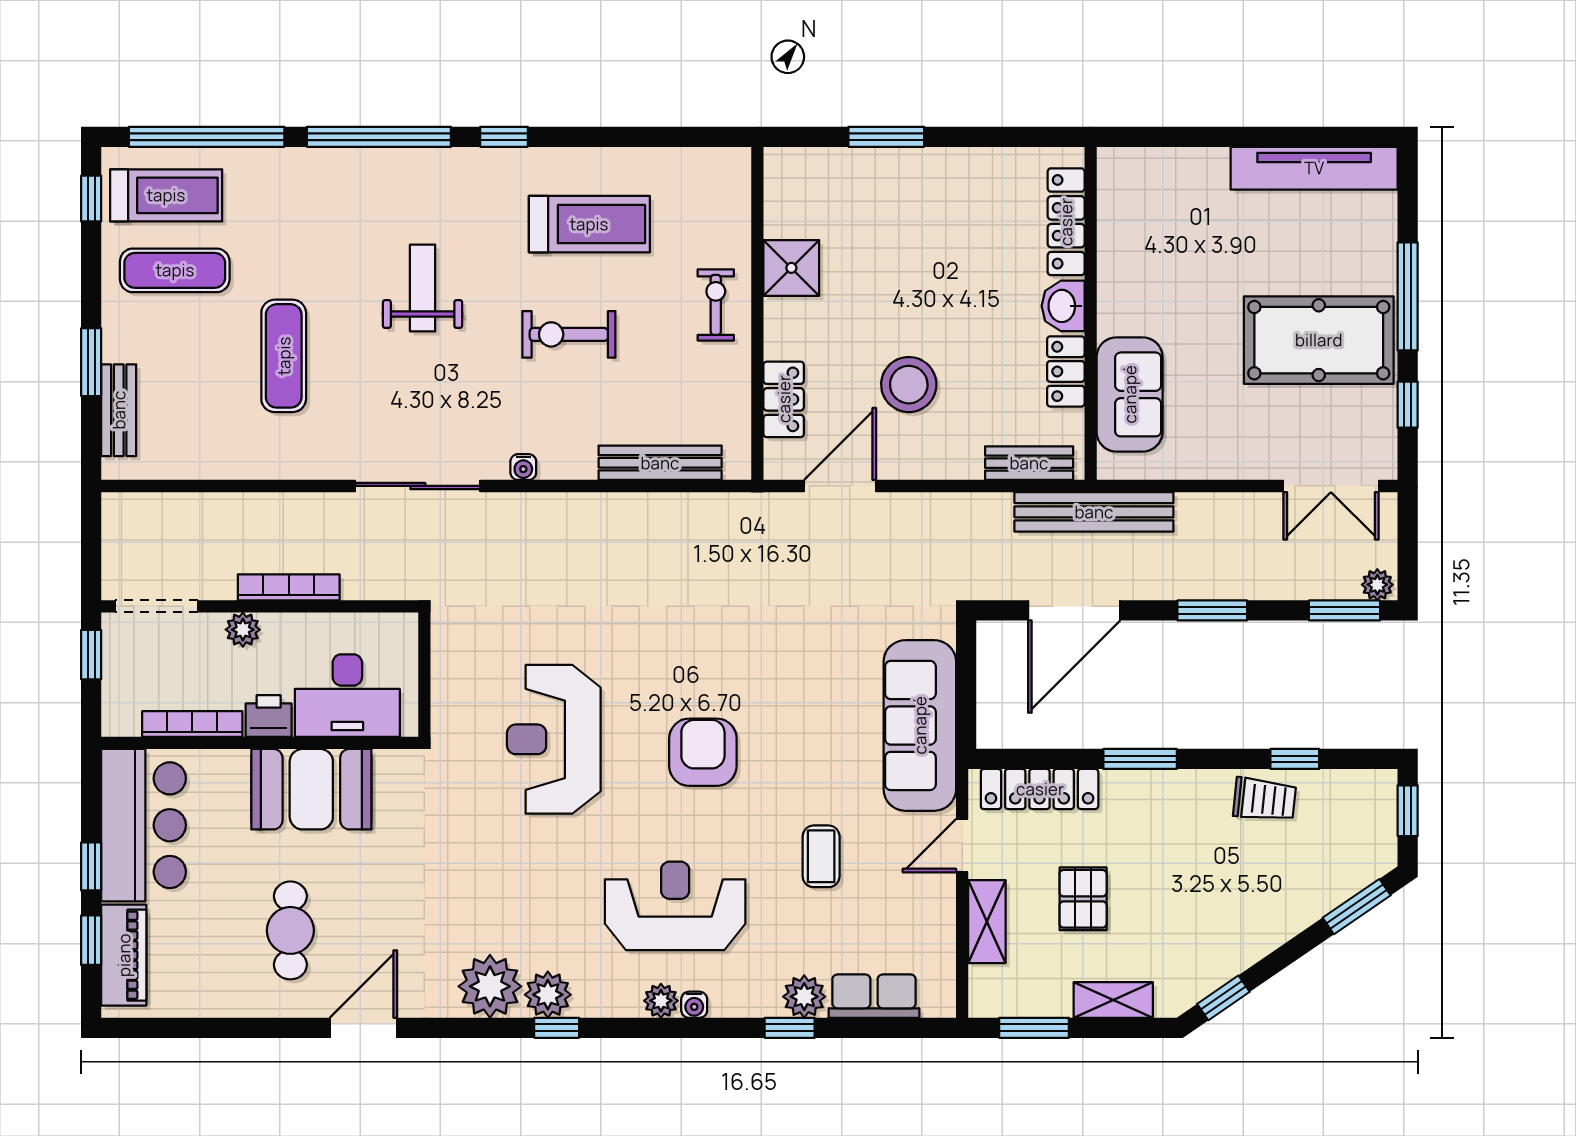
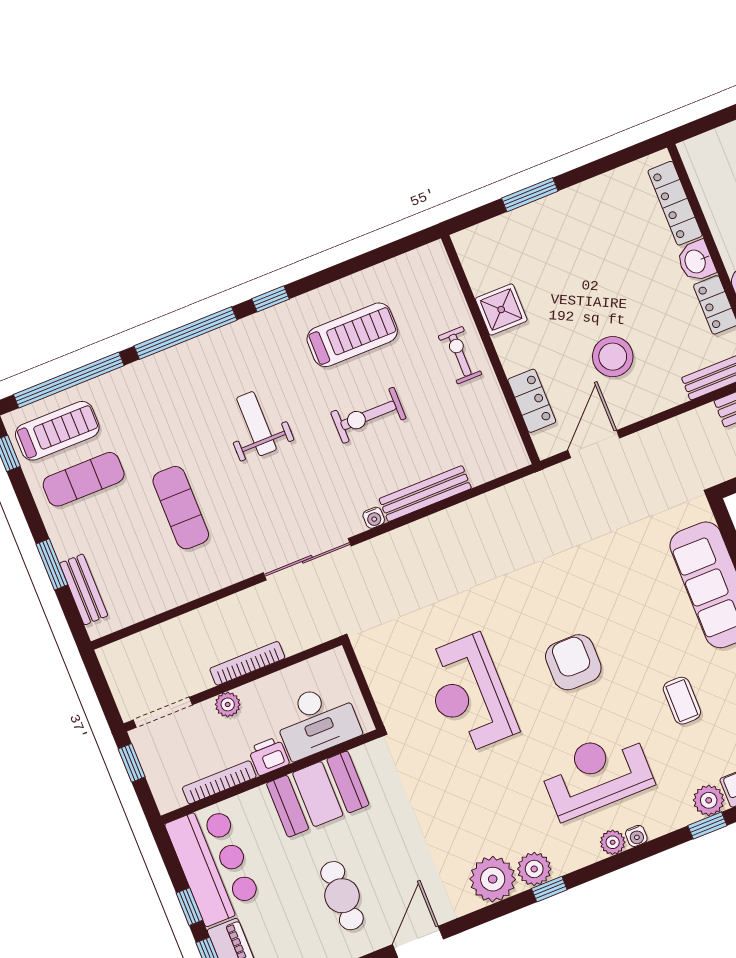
bench: (660, 463) -> (425, 494), moved

